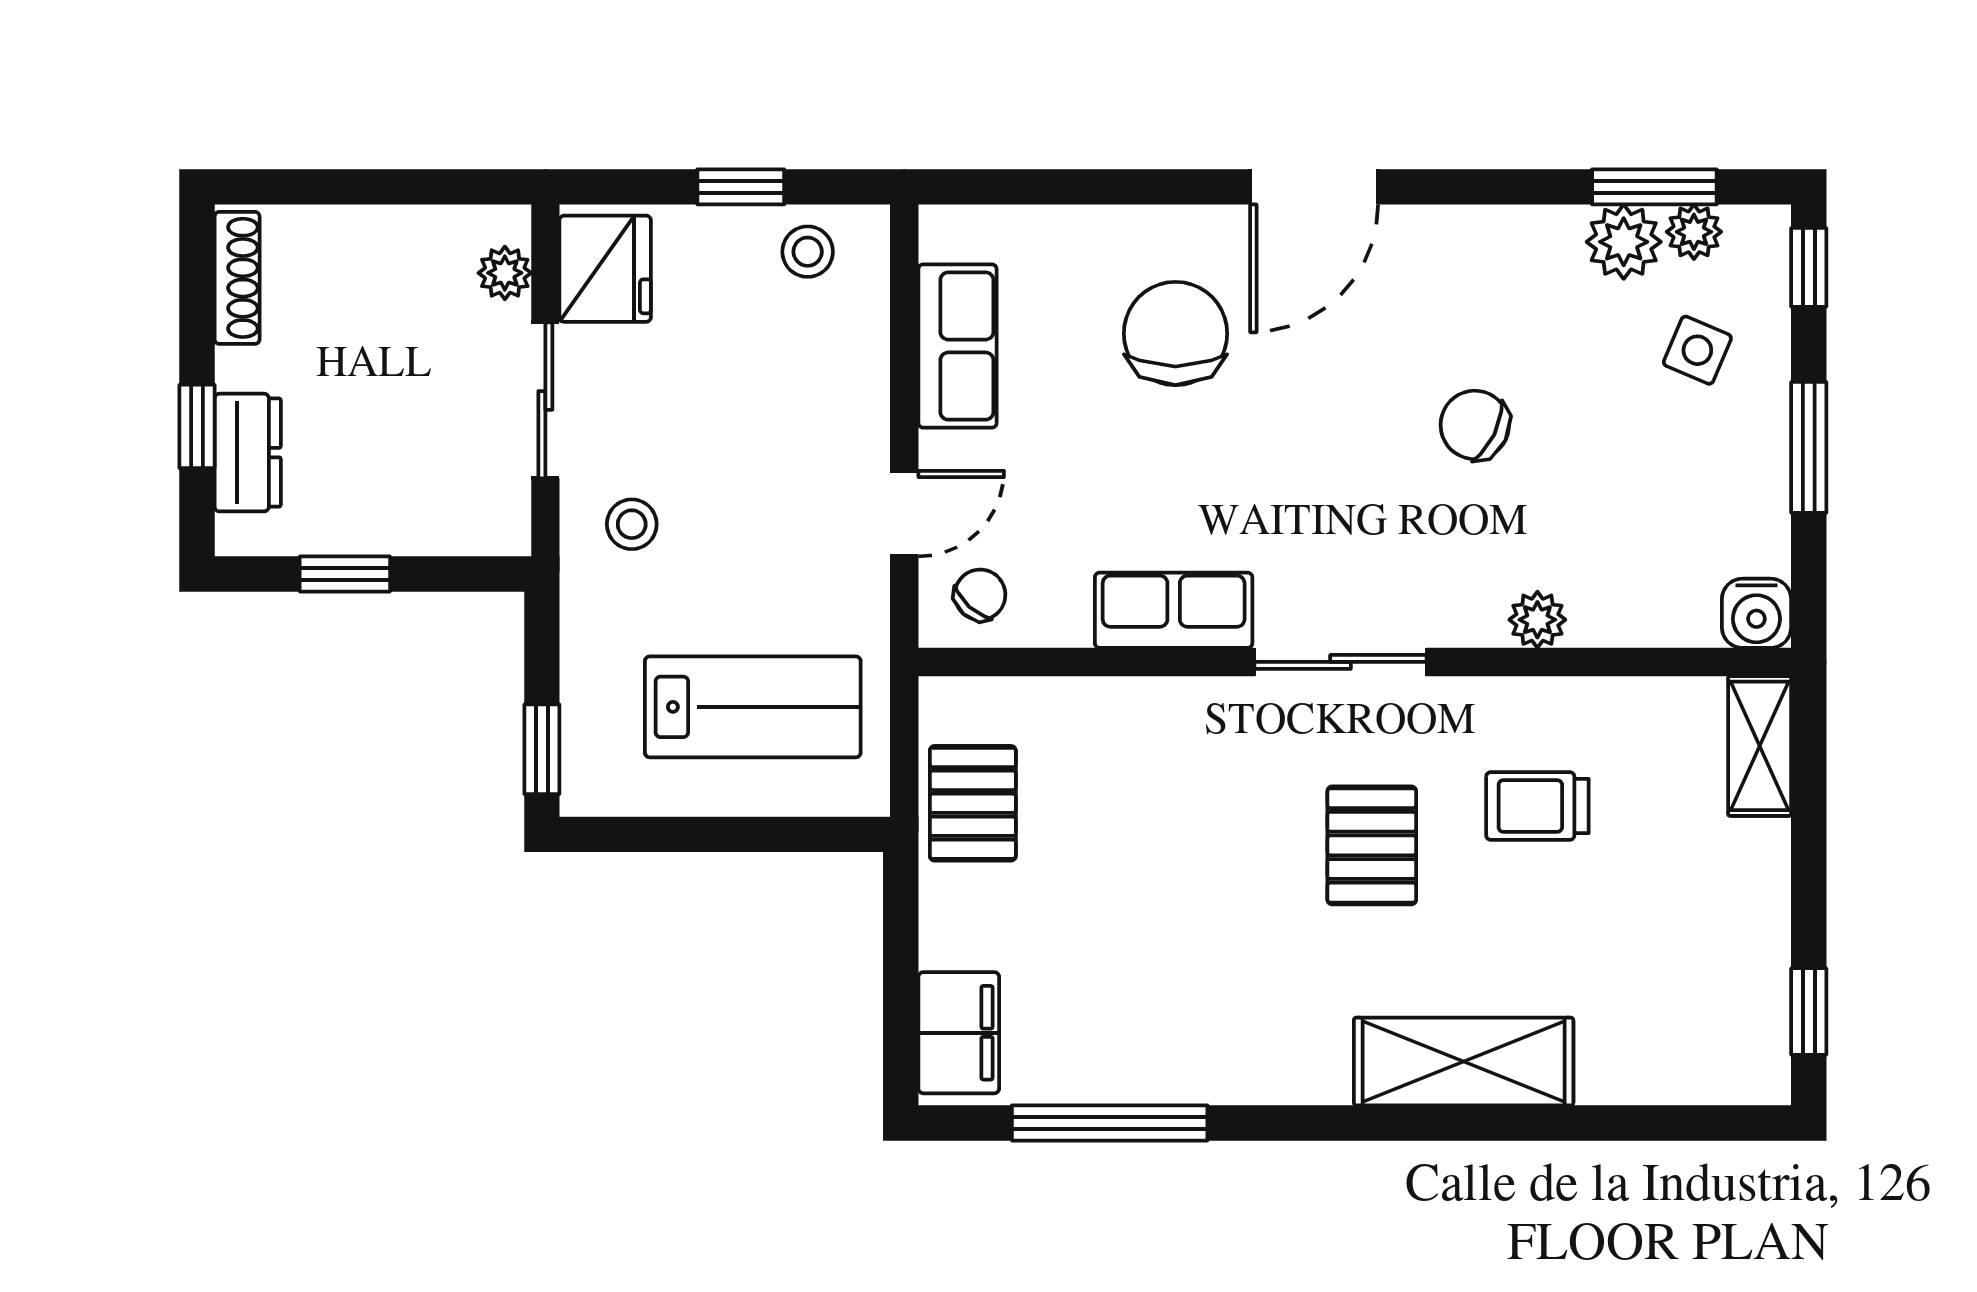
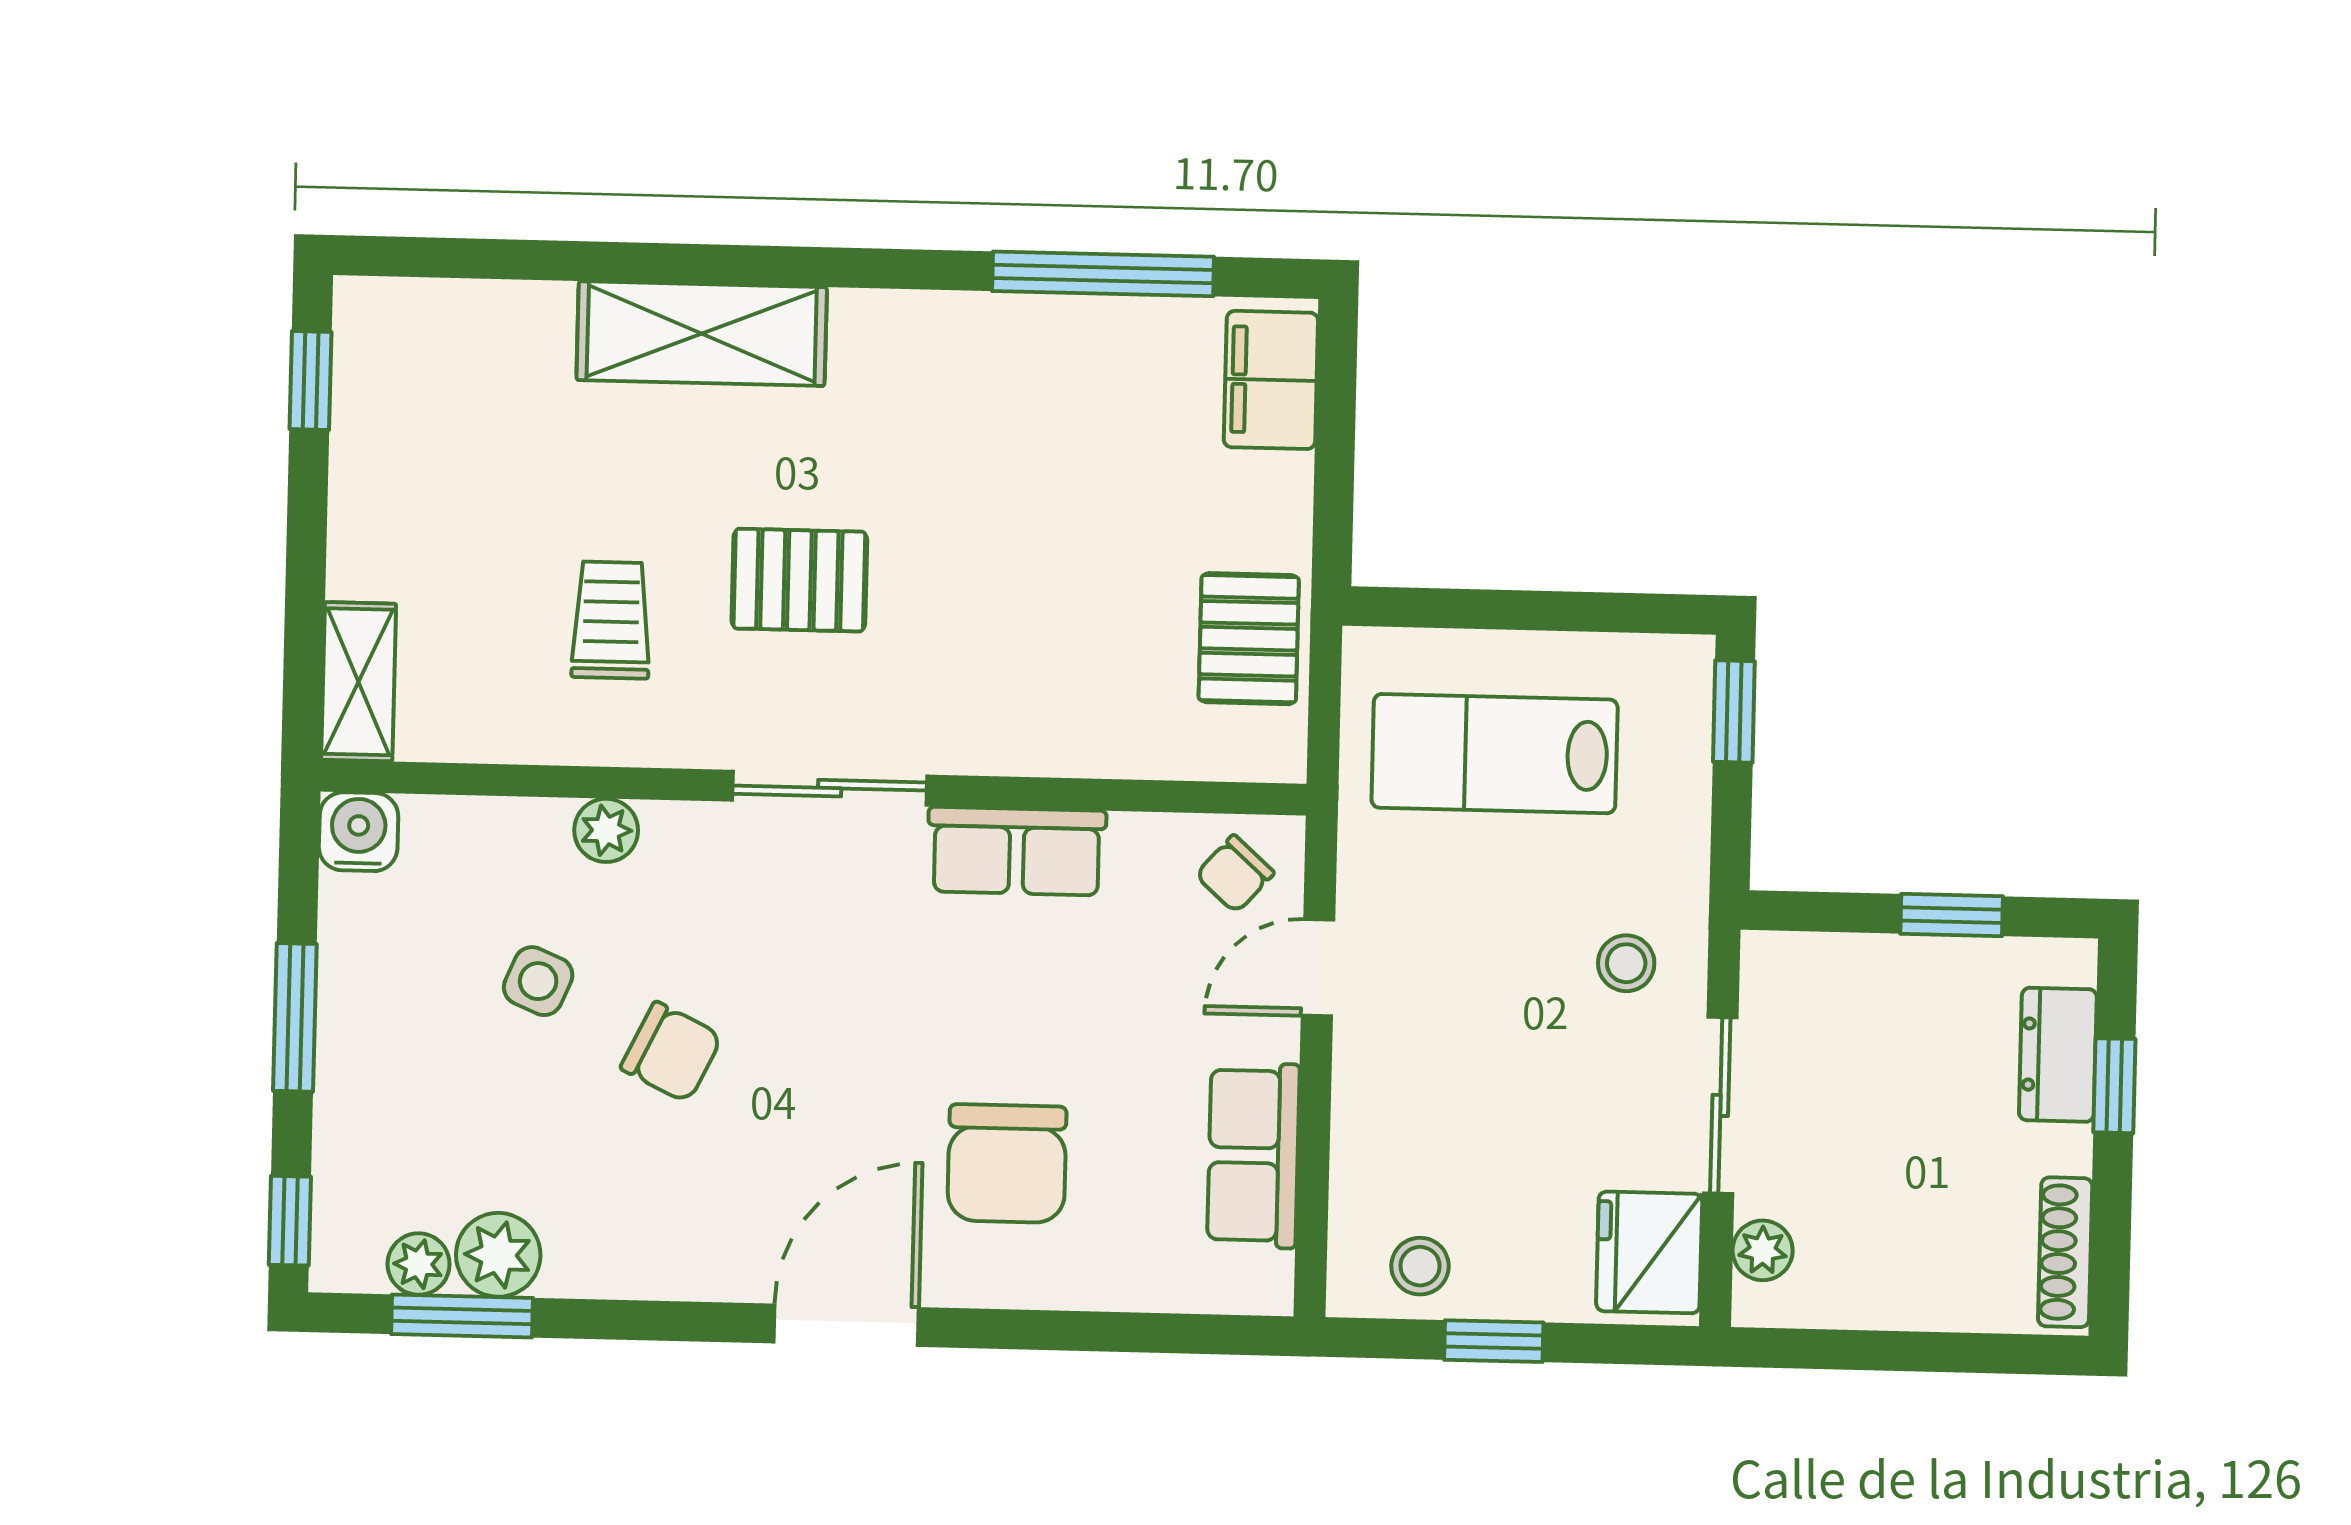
side table: (1697, 350) -> (538, 981), moved
trolley: (1537, 806) -> (611, 620), turned -90
pallet: (1372, 845) -> (799, 580), turned 90

